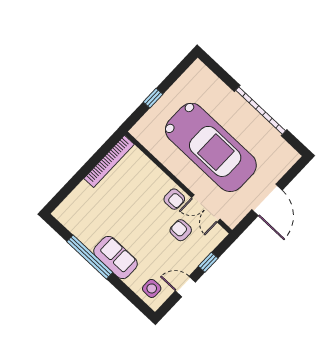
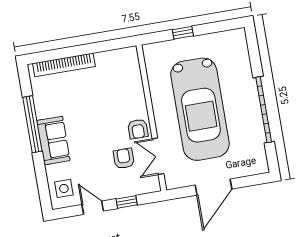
bookcase: (109, 161) -> (64, 65), moved

